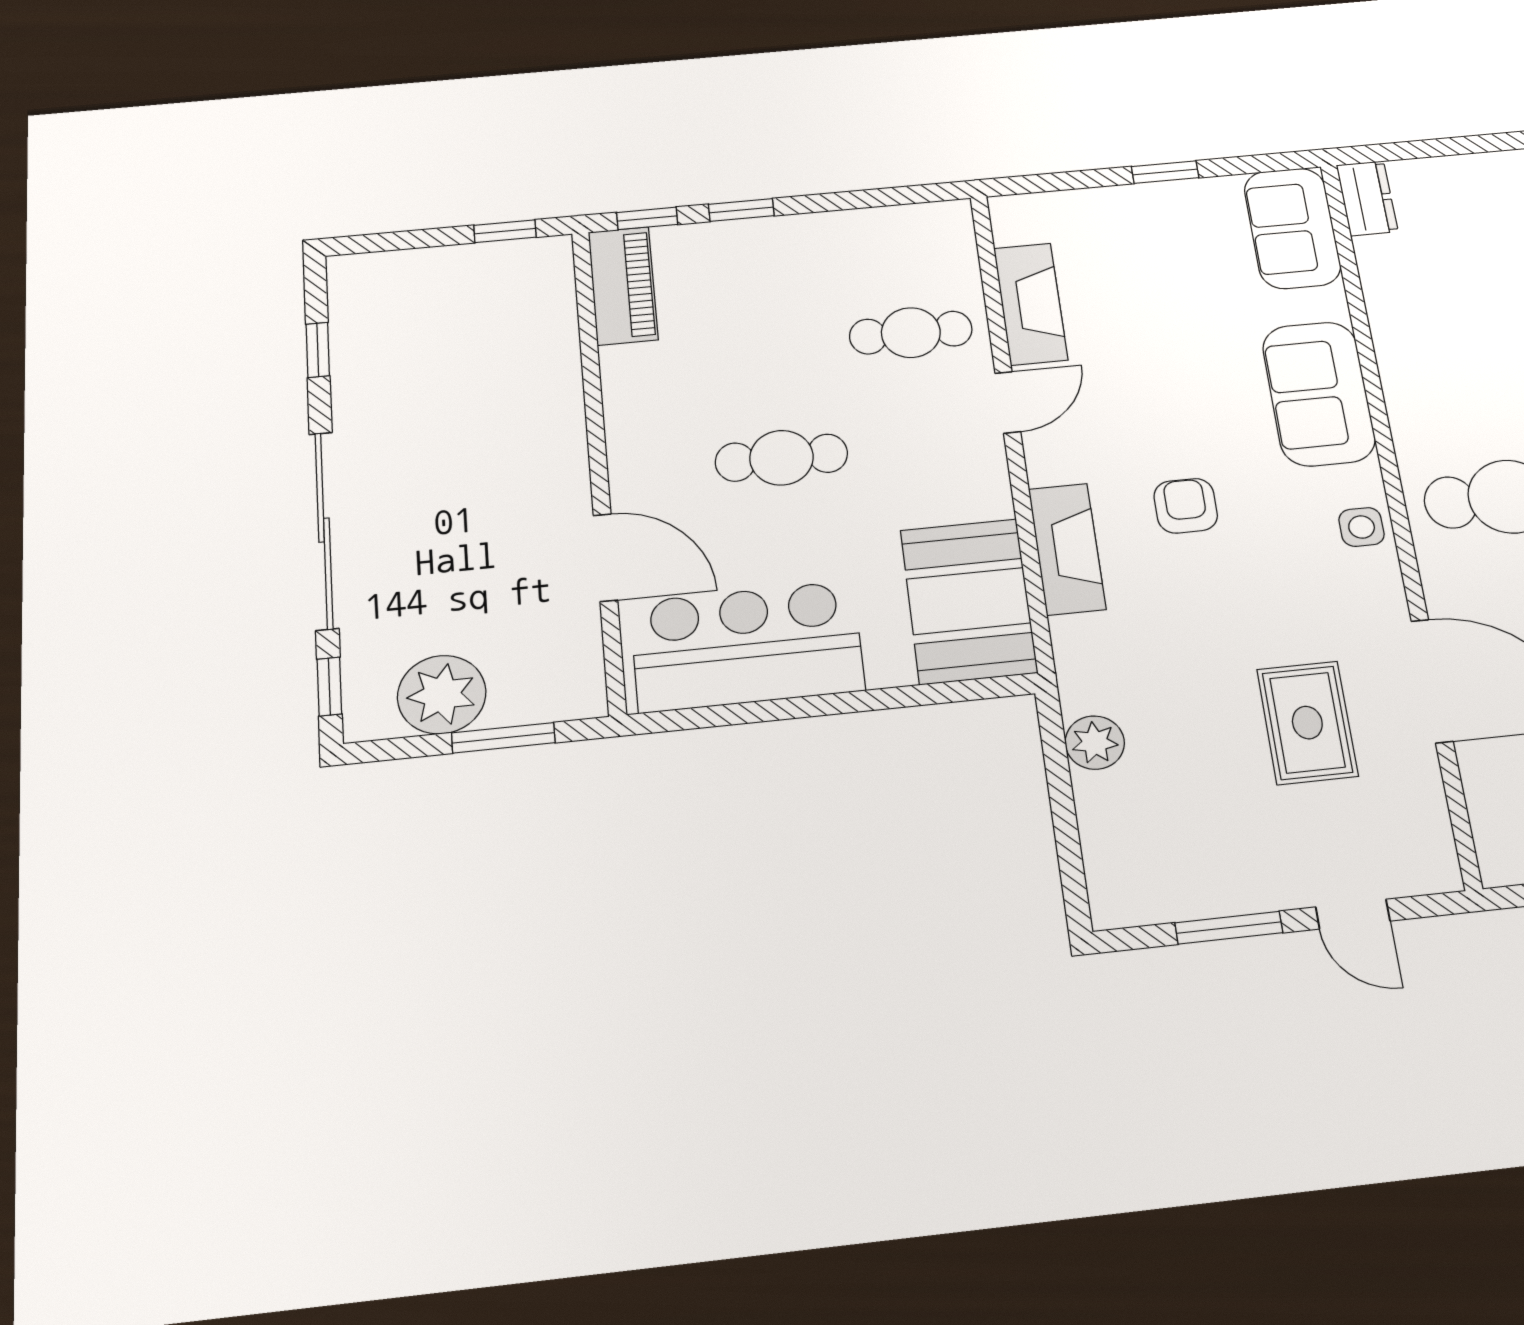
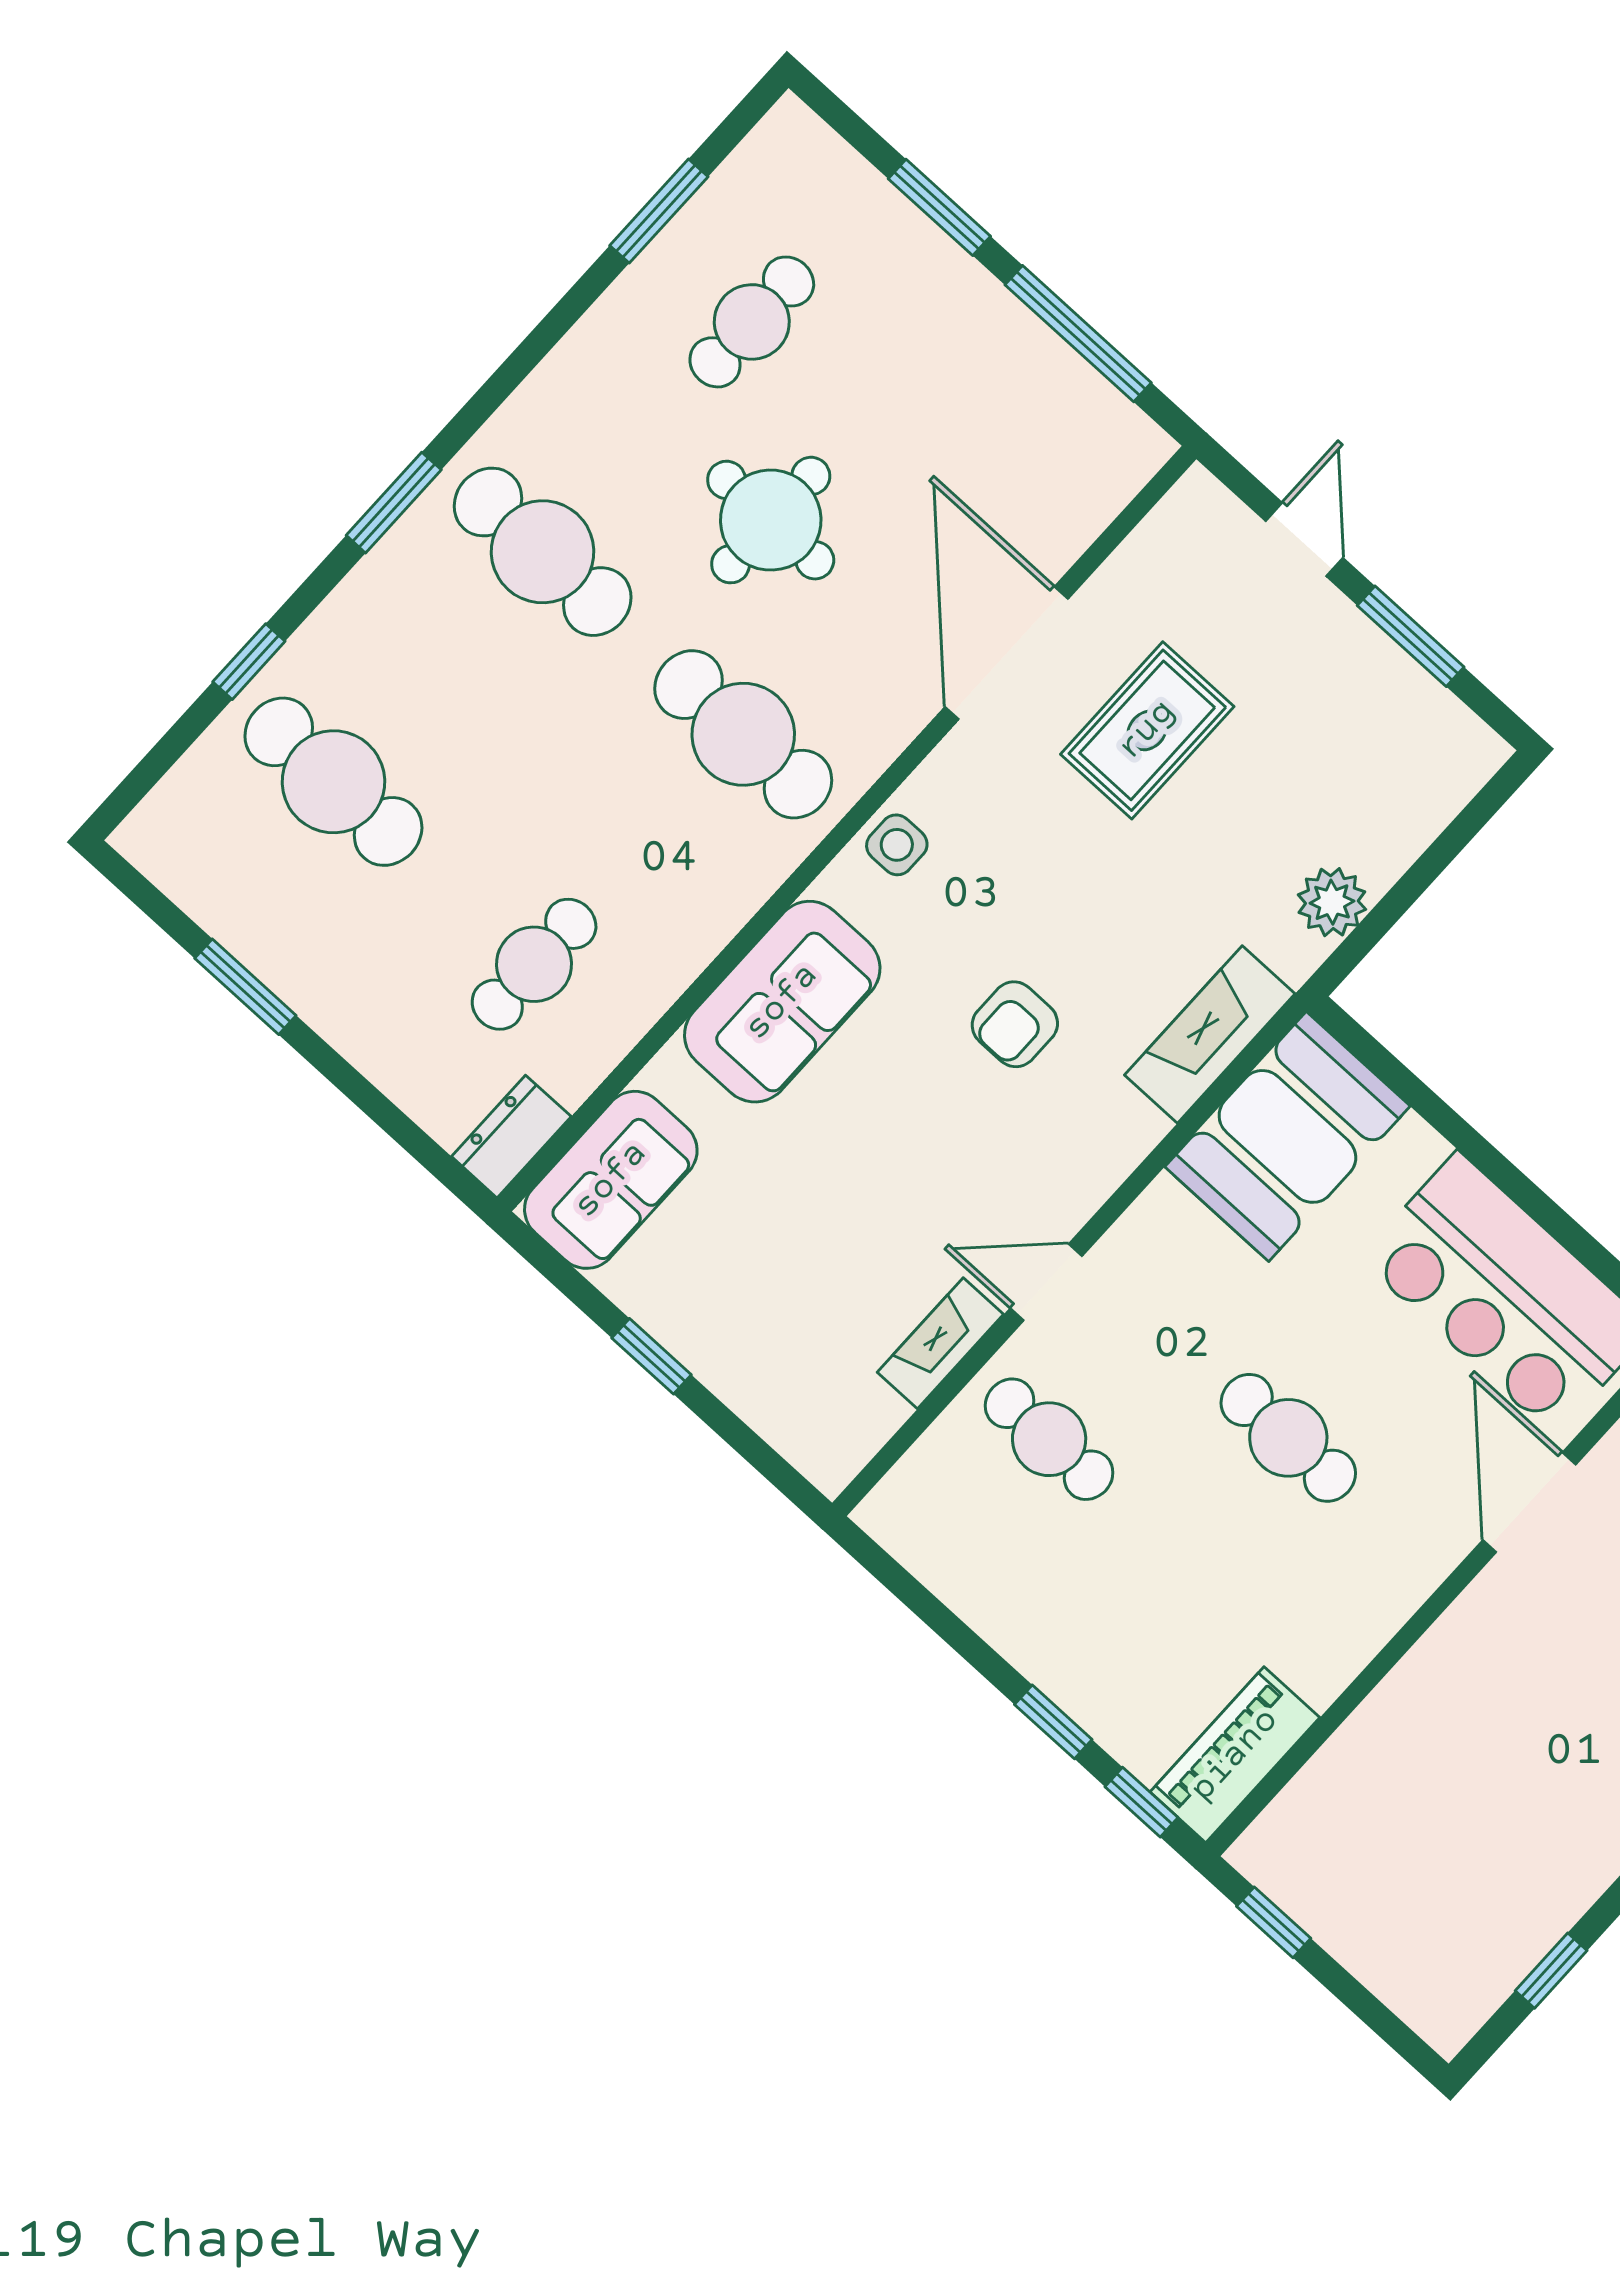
cafe table: (1464, 284) -> (534, 964), added
fireplace: (1031, 304) -> (940, 1343), width x0.73, depth x0.76
fireplace: (1067, 549) -> (1210, 1034), moved

